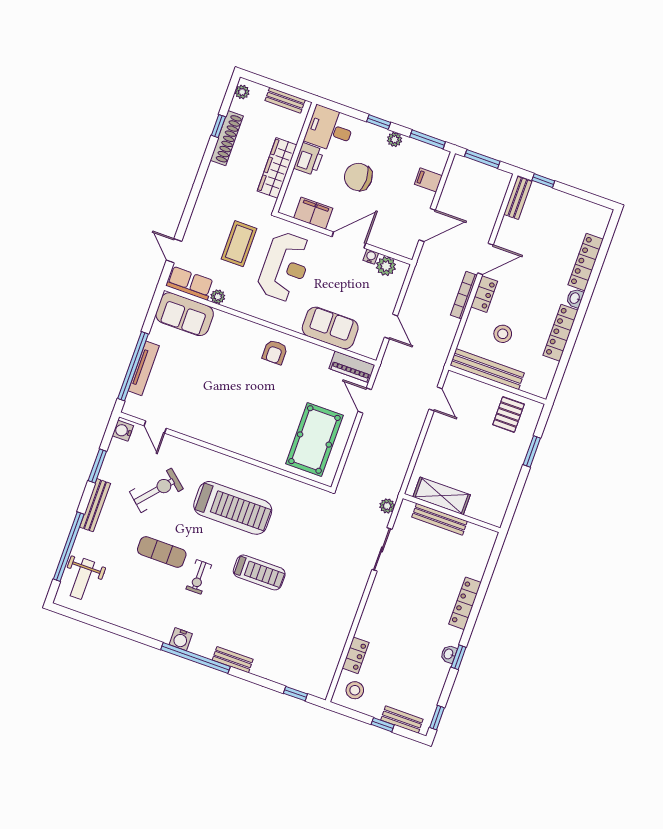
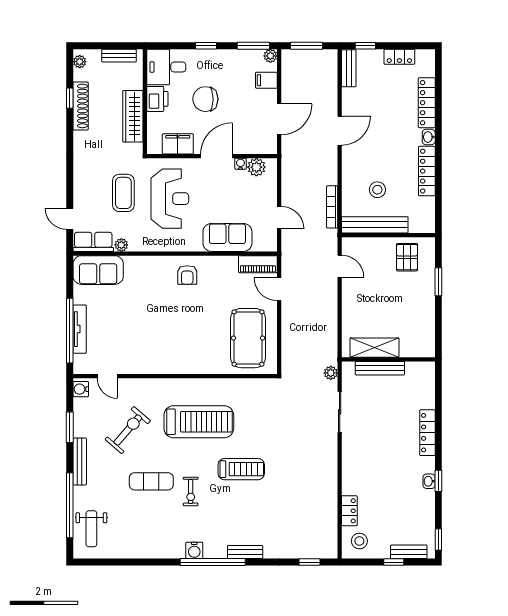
plant: (395, 139) -> (270, 56), moved
locker: (484, 294) -> (399, 57), moved, turned 90
bookcase: (464, 295) -> (332, 207), moved

